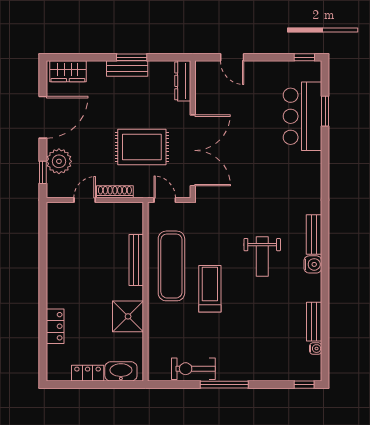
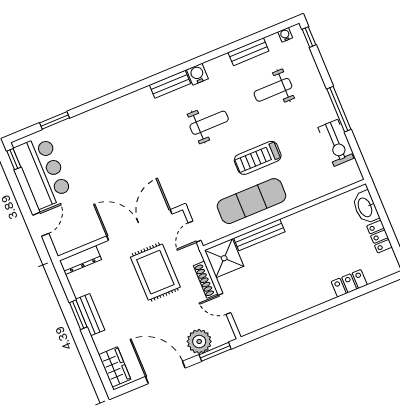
bar counter: (302, 116) -> (43, 172), moved, turned -90
window: (43, 172) -> (215, 352), width x1.50
shower: (128, 316) -> (224, 258), moved
weight bench: (268, 330) -> (273, 90), added
water cooler: (316, 349) -> (285, 35), moved

